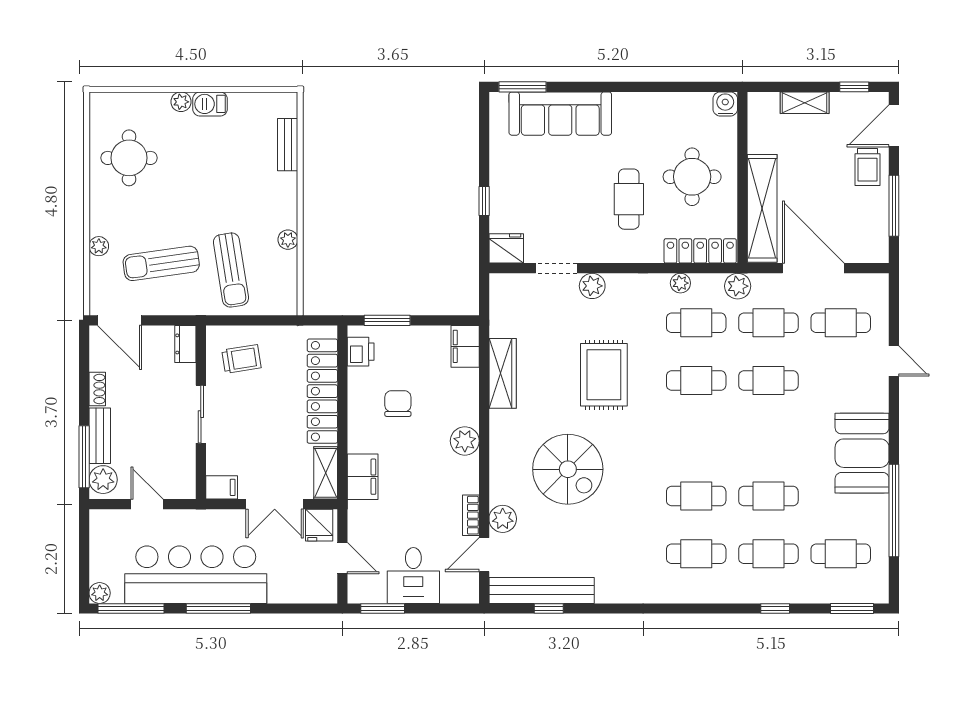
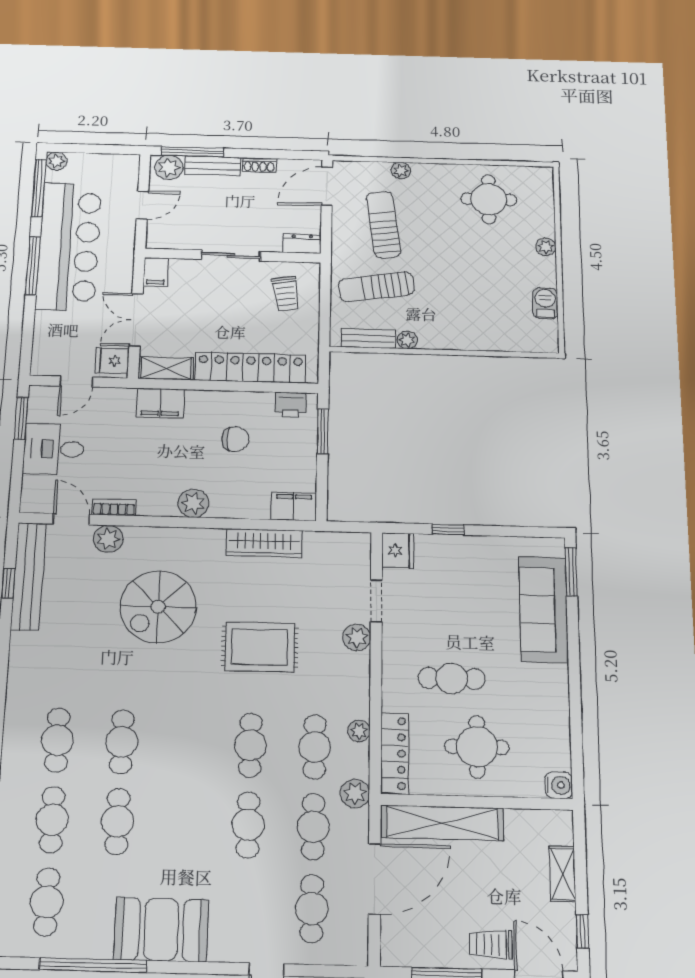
barbecue: (210, 104) -> (545, 303), moved
bench: (288, 145) -> (368, 339), moved

